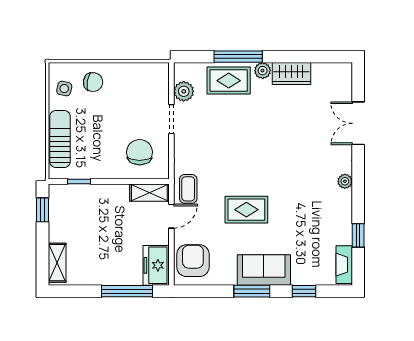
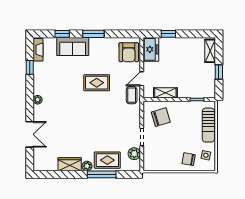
chair: (140, 152) -> (161, 117), turned -107
shelving: (149, 193) -> (165, 93), moved
window: (43, 210) -> (219, 72), moved
sofa: (264, 270) -> (73, 47), moved
window: (127, 291) -> (168, 34), width x0.46

